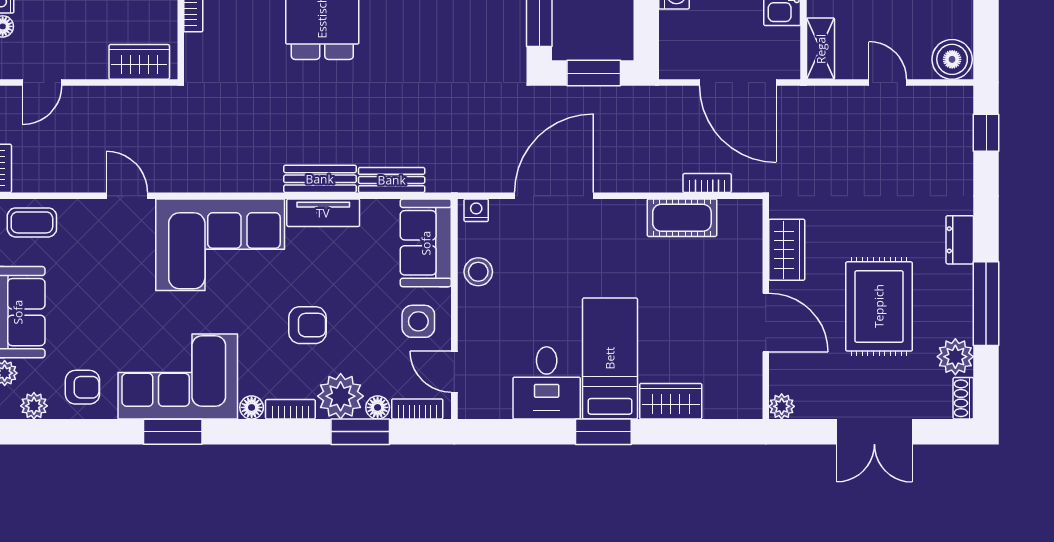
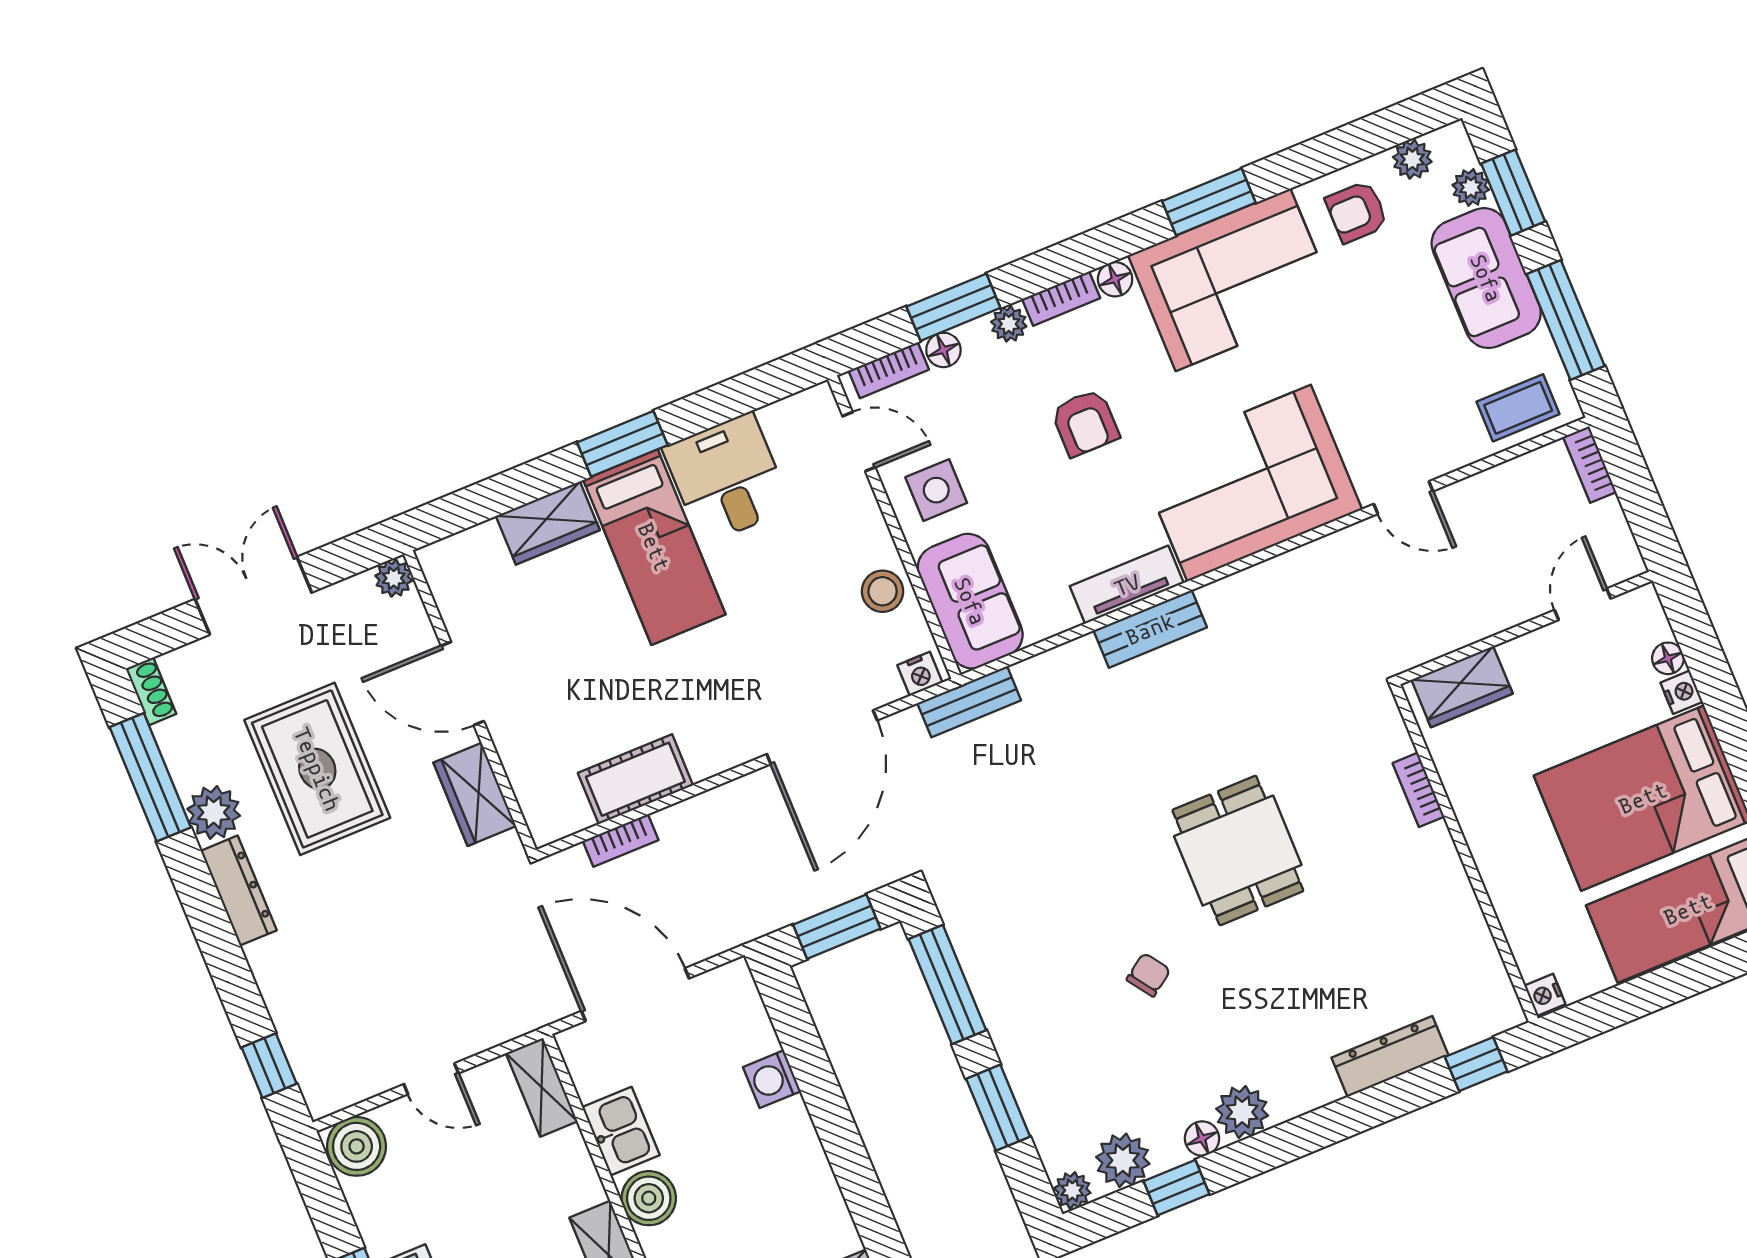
bench: (392, 180) -> (969, 702), moved
dresser: (960, 240) -> (239, 891), width x1.44
window: (986, 304) -> (150, 777), moved
armchair: (308, 325) -> (1085, 423), turned -90
plant: (955, 357) -> (214, 812), moved
plant: (341, 396) -> (1009, 324), width x0.53, depth x0.53

